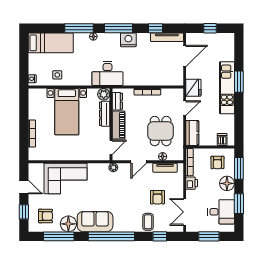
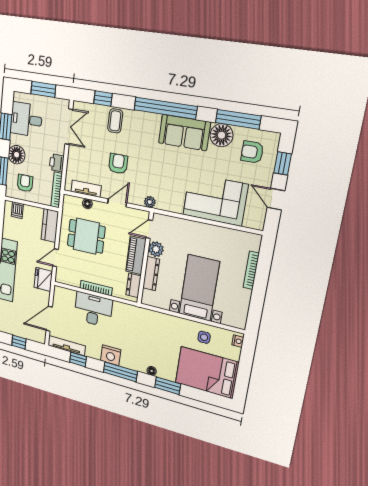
window: (79, 28) -> (168, 386), width x0.69
bed: (51, 43) -> (207, 373), width x1.50
desk: (108, 74) -> (93, 310), moved
plant: (104, 94) -> (156, 249), moved
dining table: (161, 131) -> (86, 236), turned 90
armchair: (157, 197) -> (118, 164), moved

